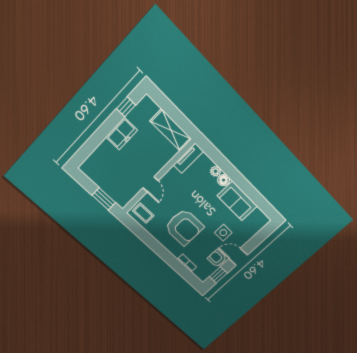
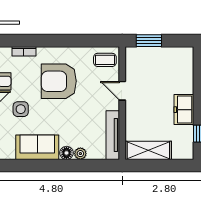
tv unit: (188, 158) -> (113, 135), width x1.41

